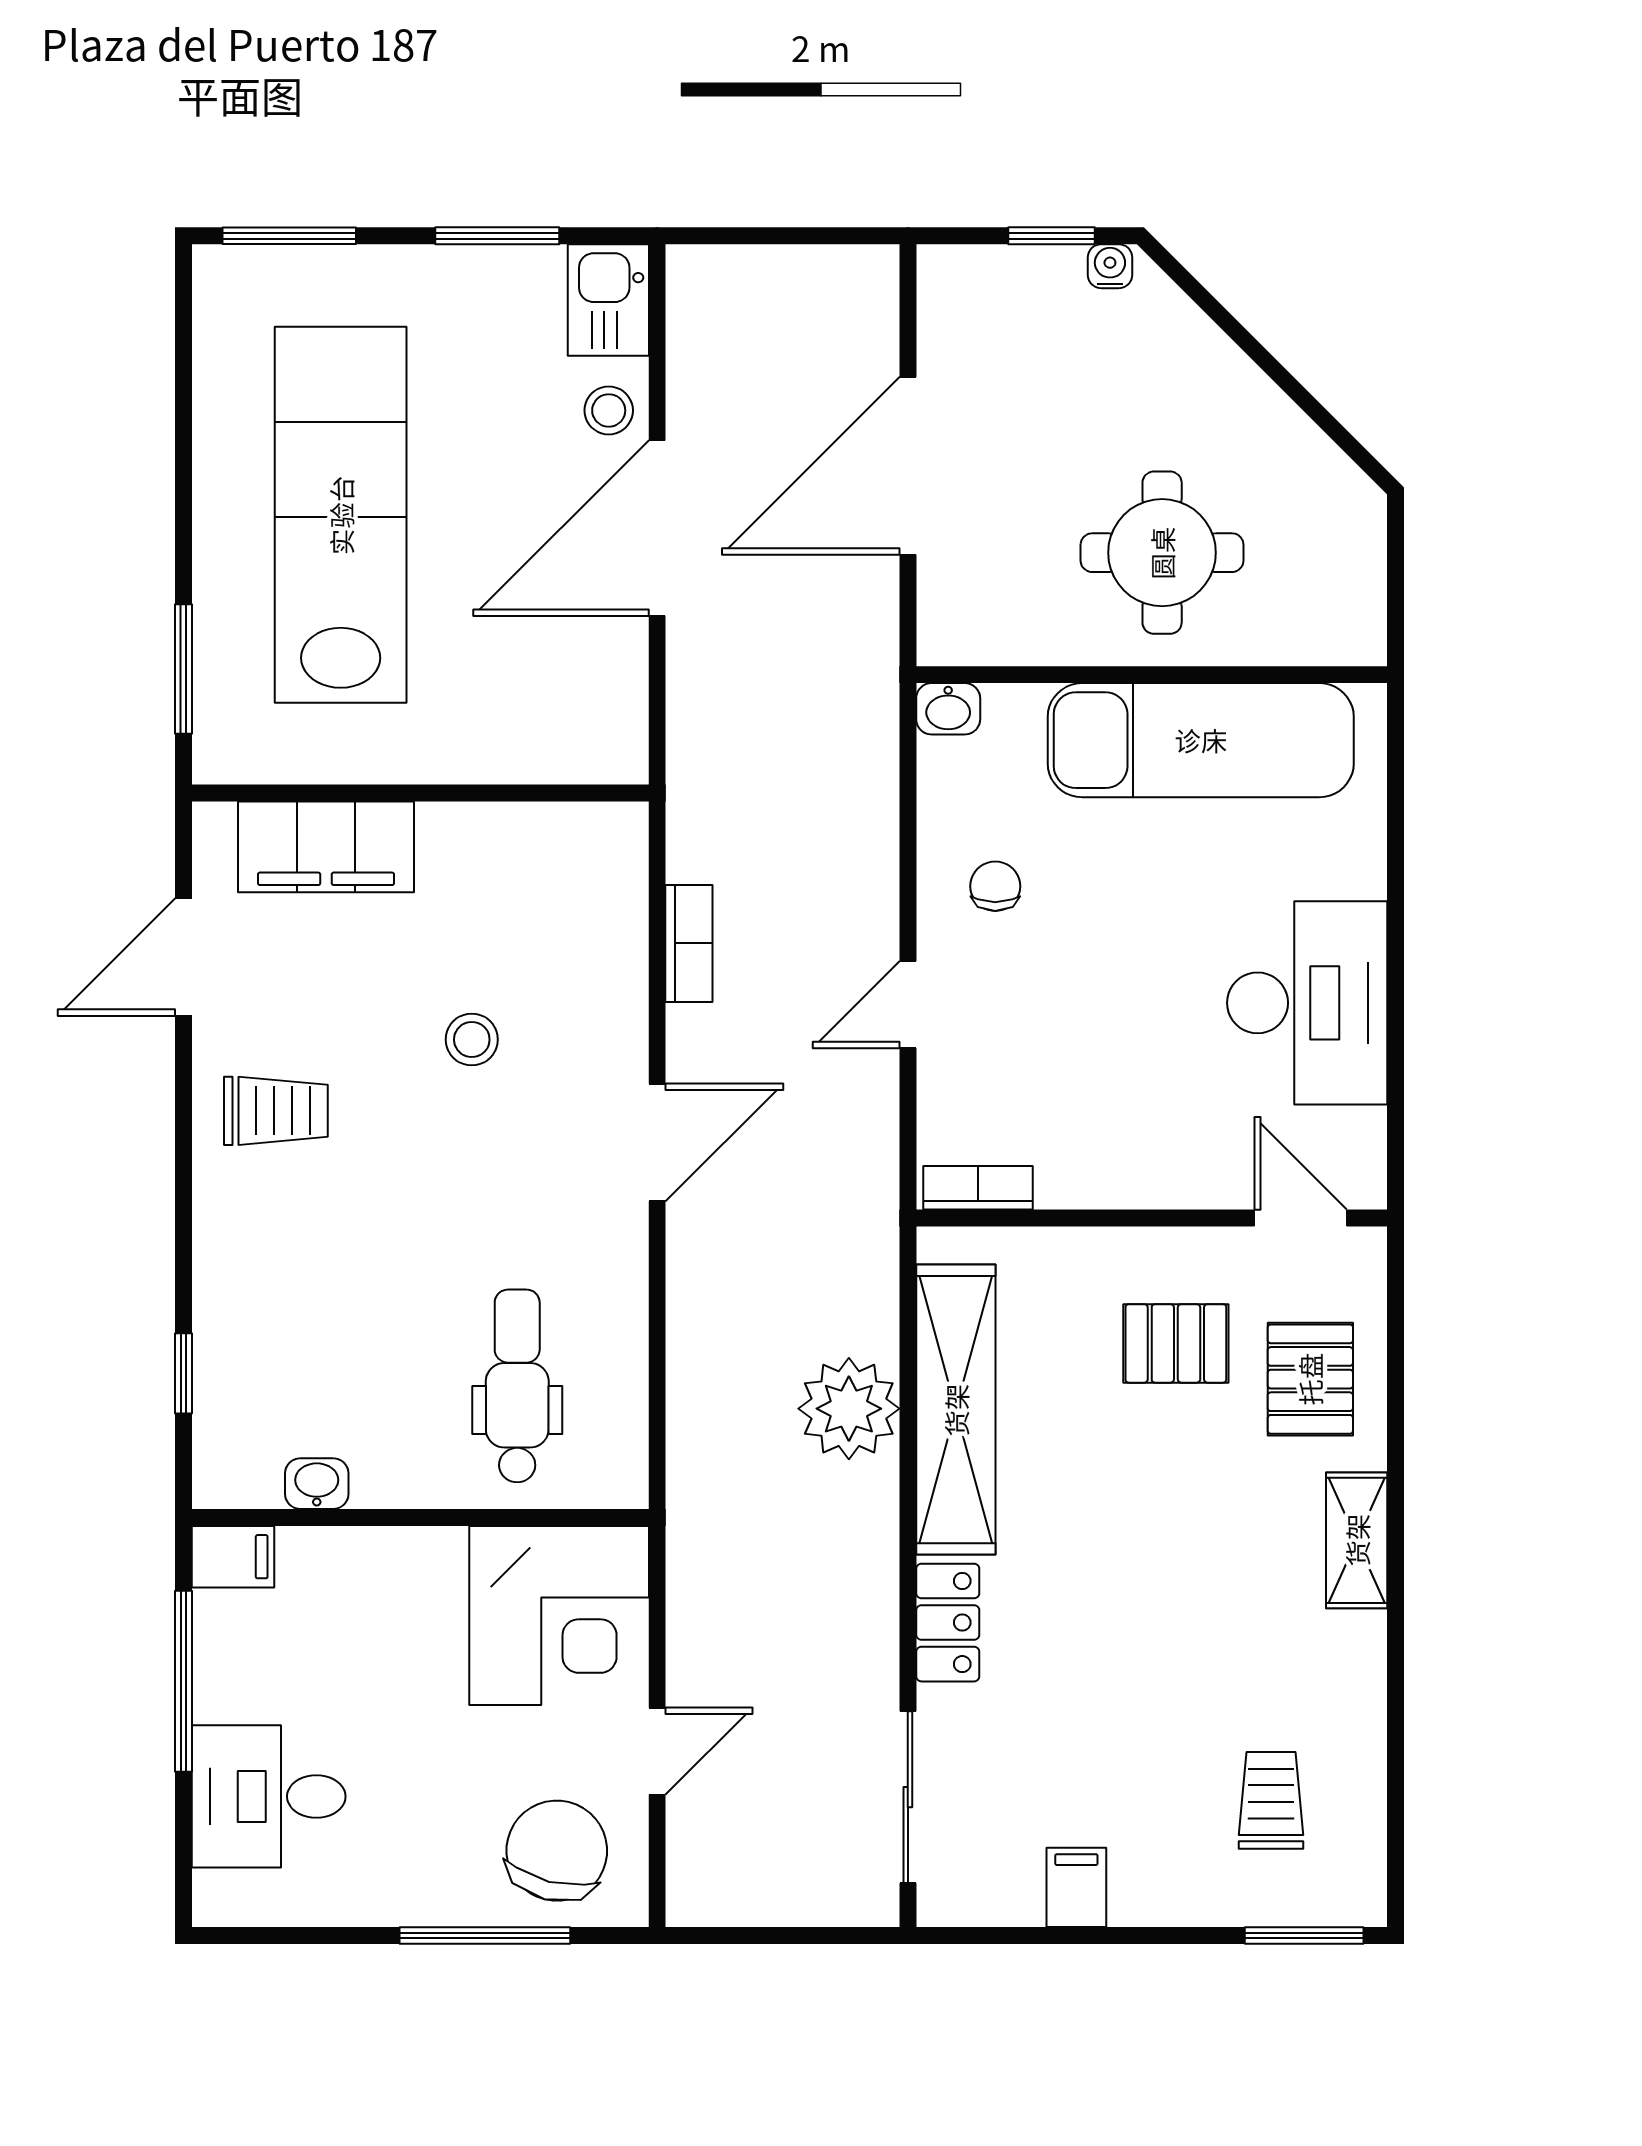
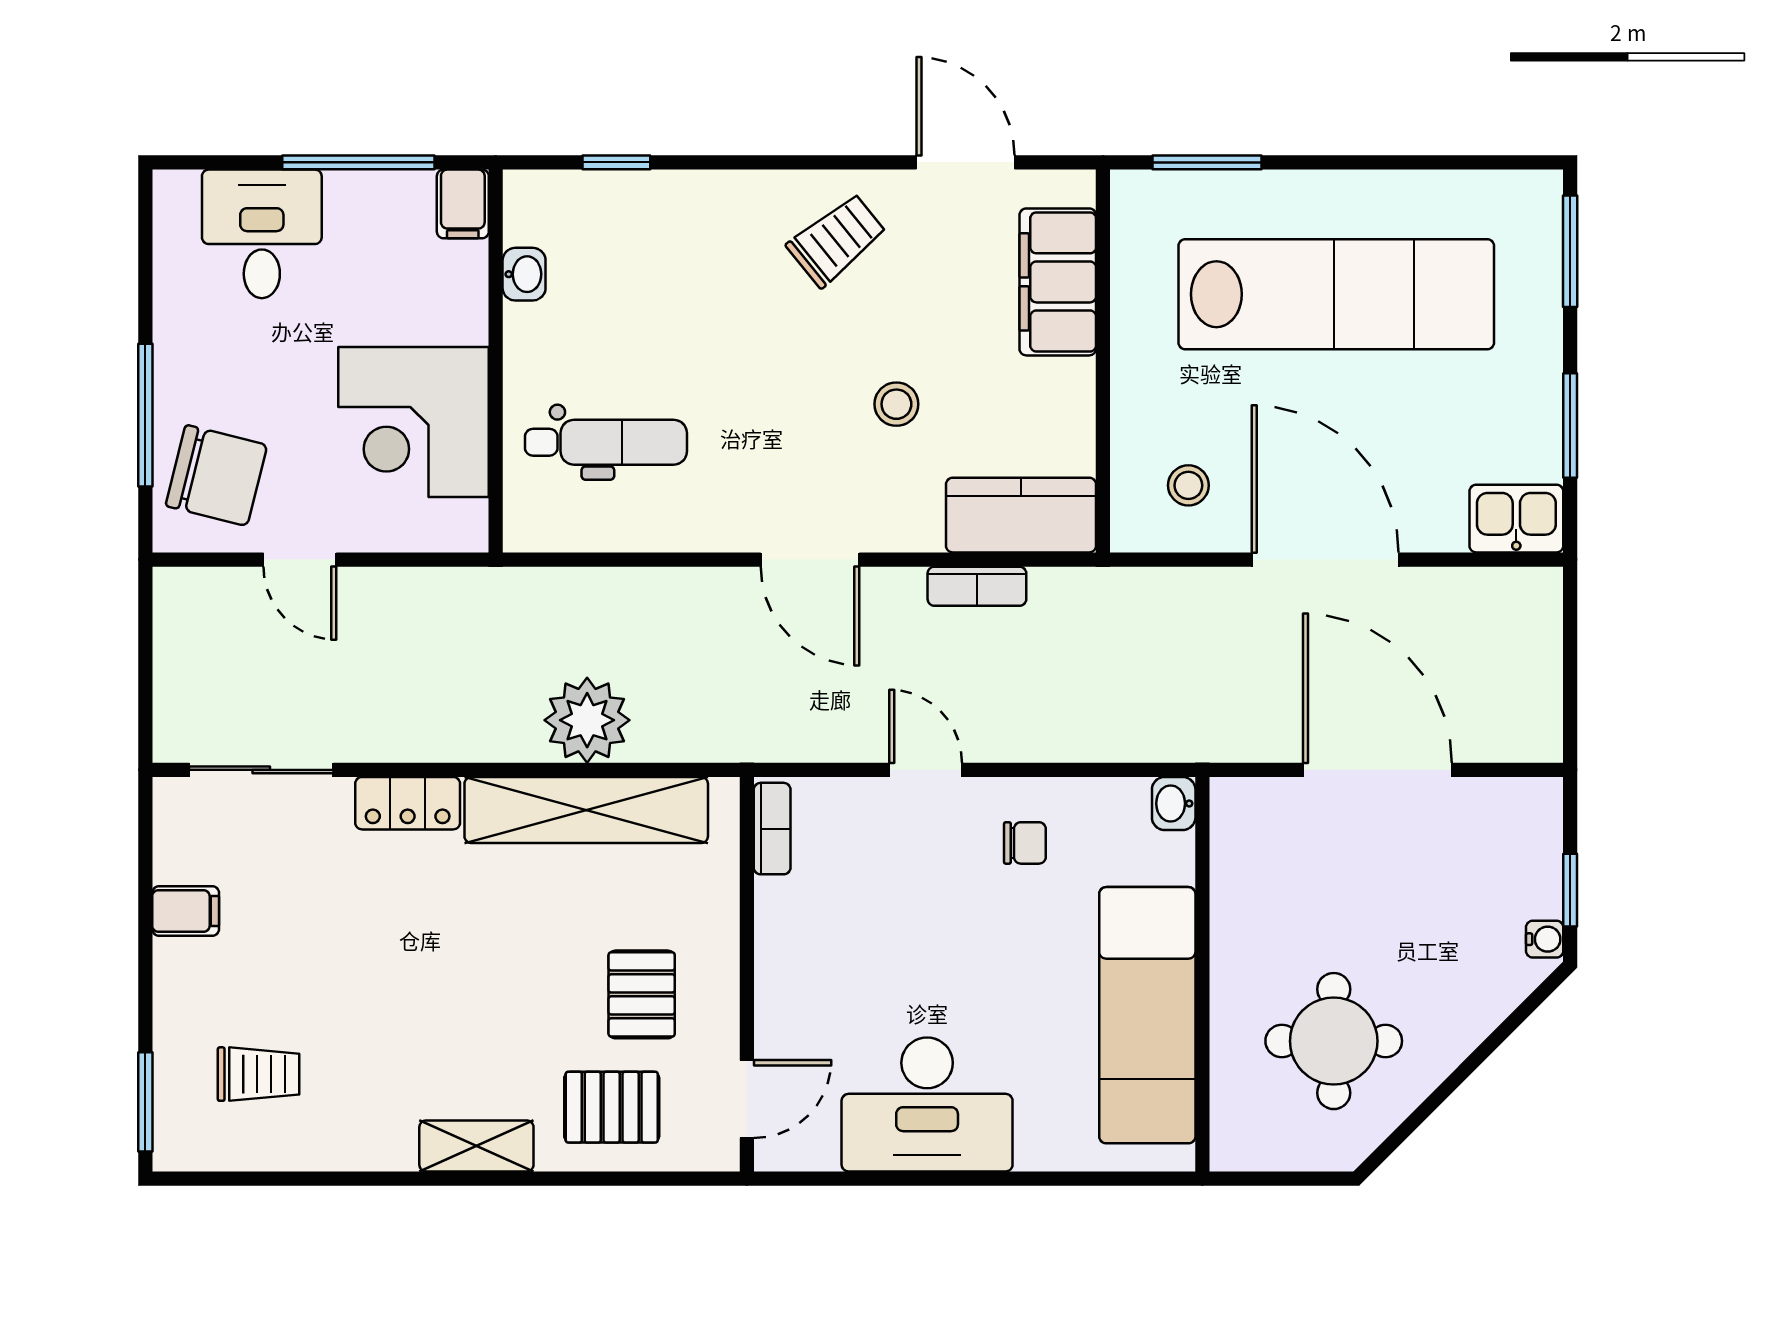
stool: (609, 410) -> (1188, 485), moved
round table: (1162, 553) -> (1334, 1041), moved
kitchen counter: (604, 891) -> (1021, 515), added
trolley: (276, 1111) -> (837, 240), turned -129
corner desk: (559, 1616) -> (413, 422), moved

